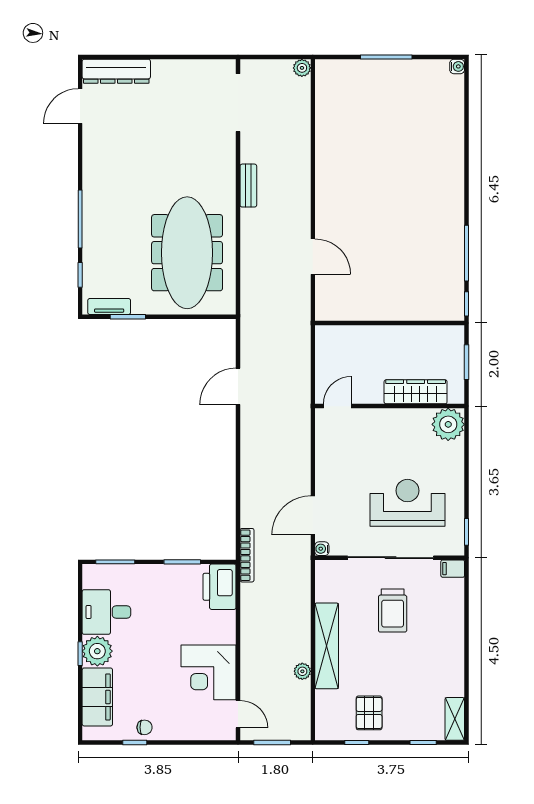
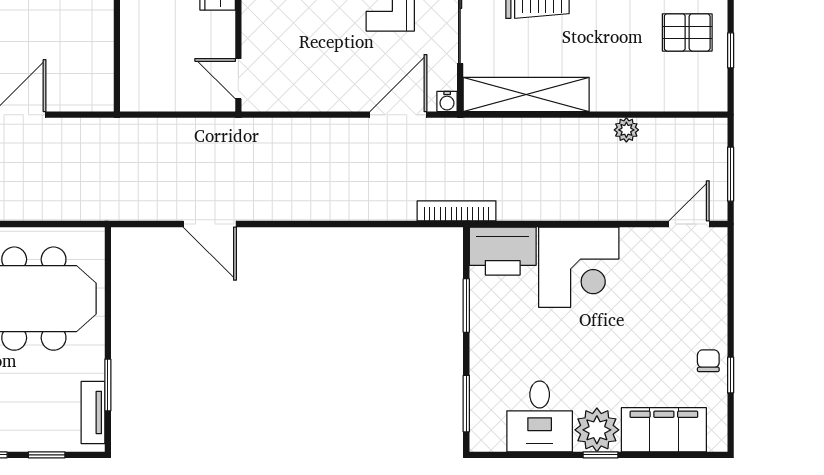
door: (313, 515) -> (398, 115), swing flipped
shelving: (327, 646) -> (526, 94), moved
corner desk: (208, 672) -> (579, 267), moved

